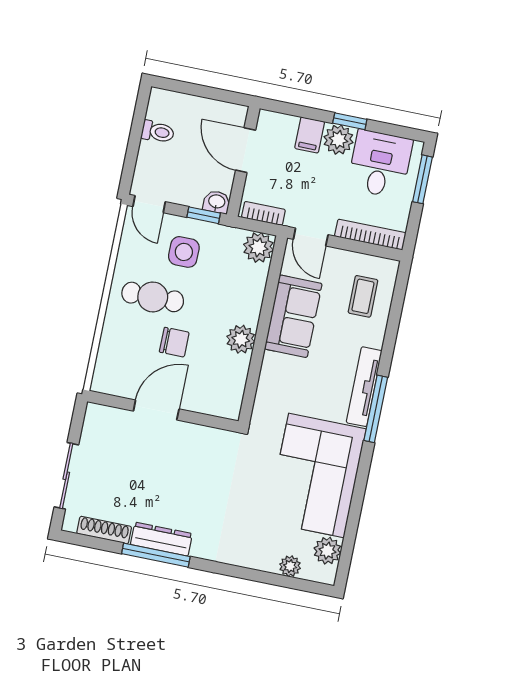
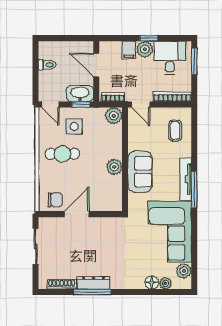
washbasin: (217, 202) -> (80, 93), width x1.91, depth x1.45
sofa: (293, 316) -> (140, 172), moved
chair: (174, 342) -> (55, 200), moved
sliding door: (66, 476) -> (36, 246), moved
floor lamp: (266, 560) -> (152, 282), added

